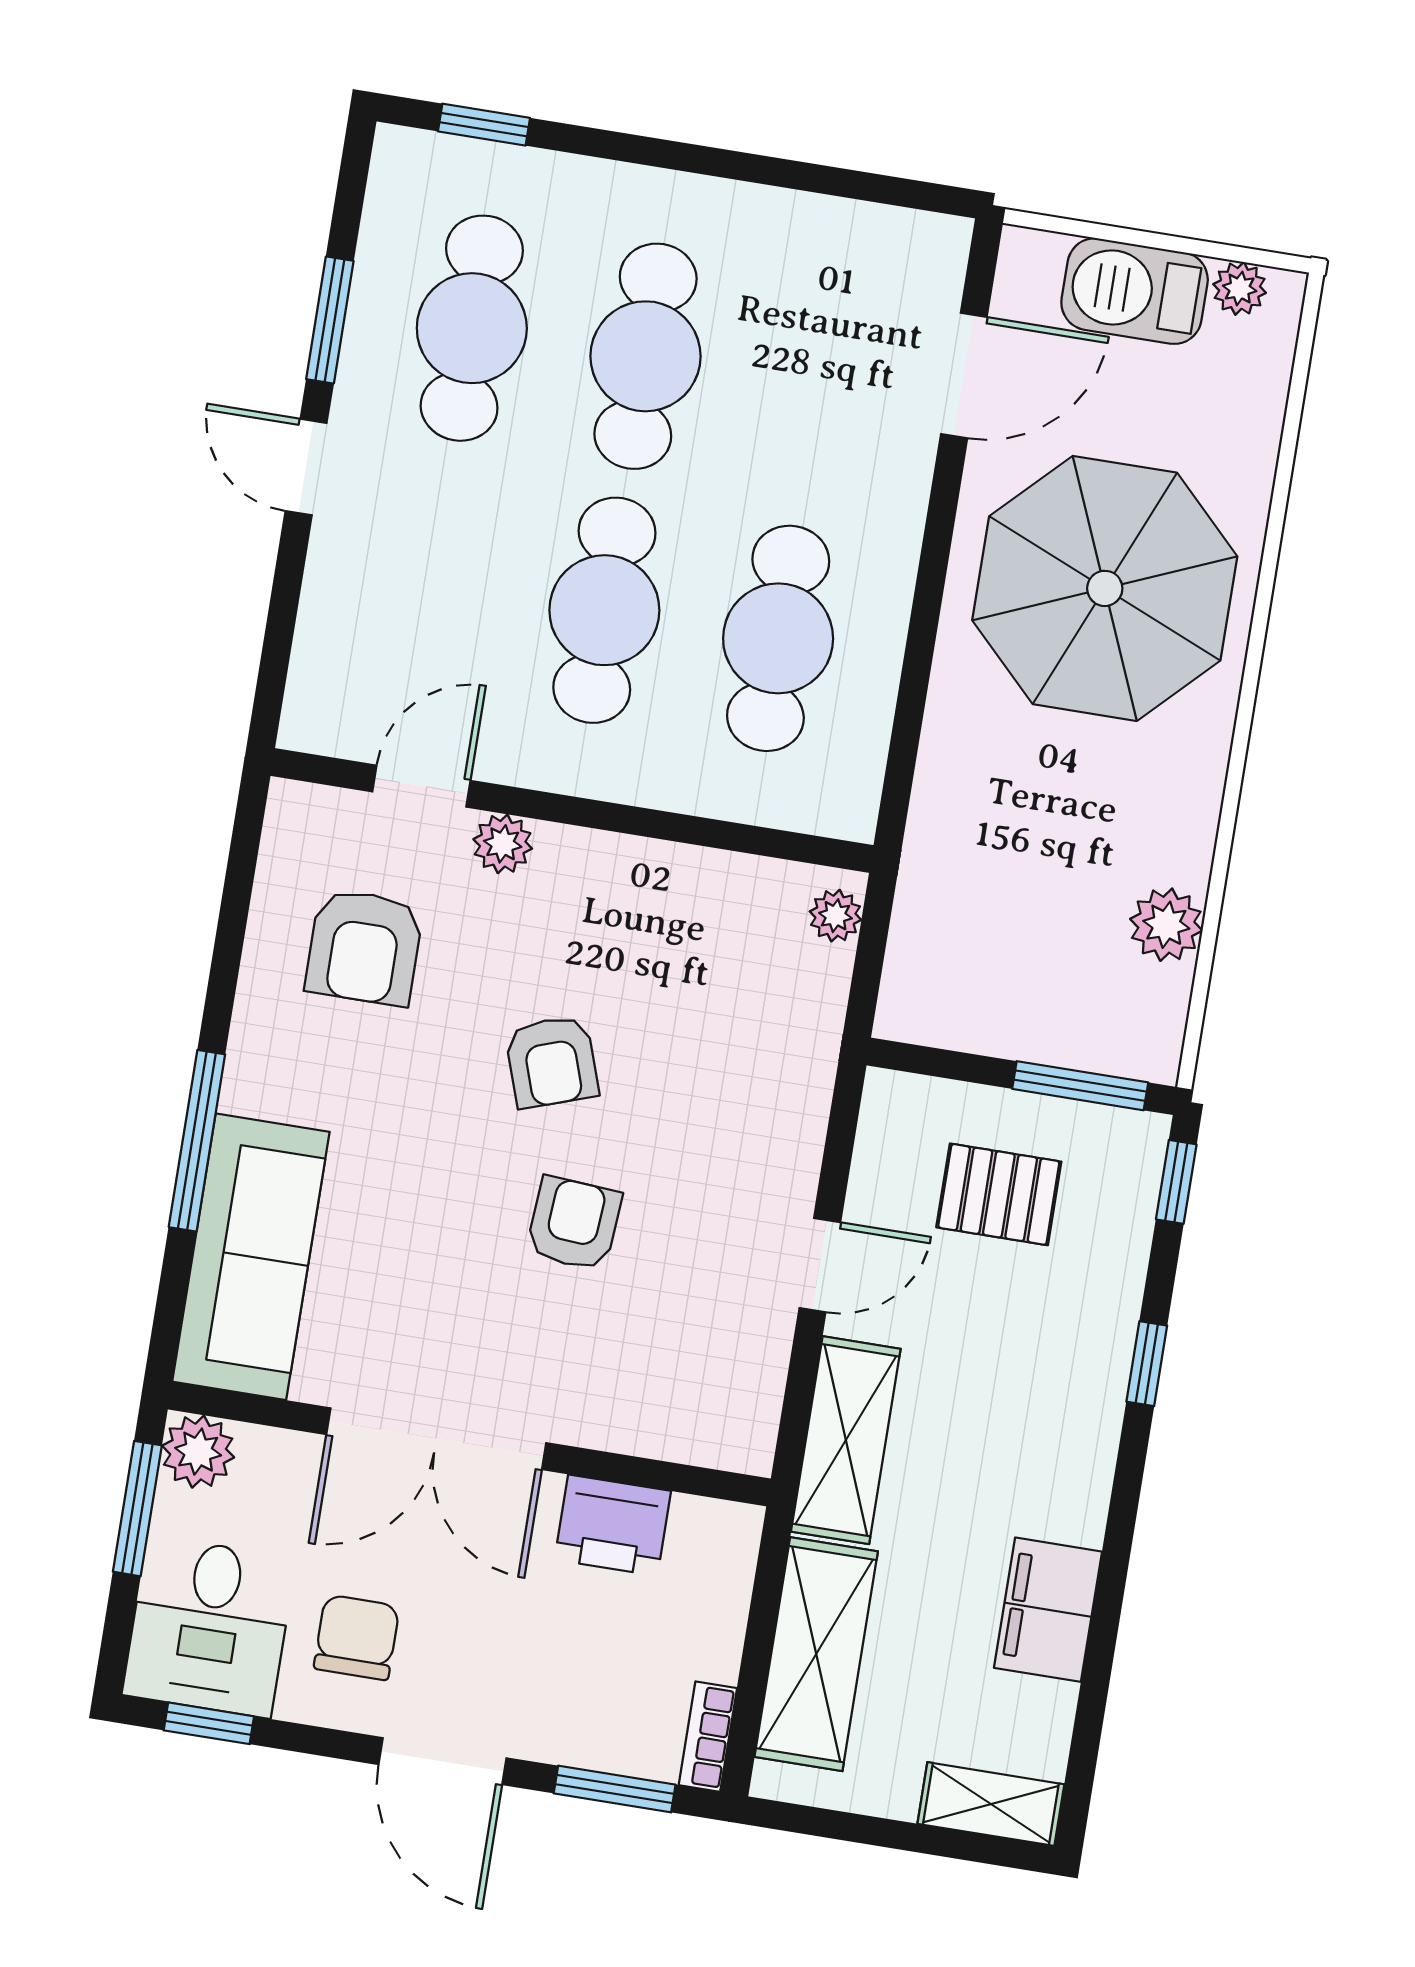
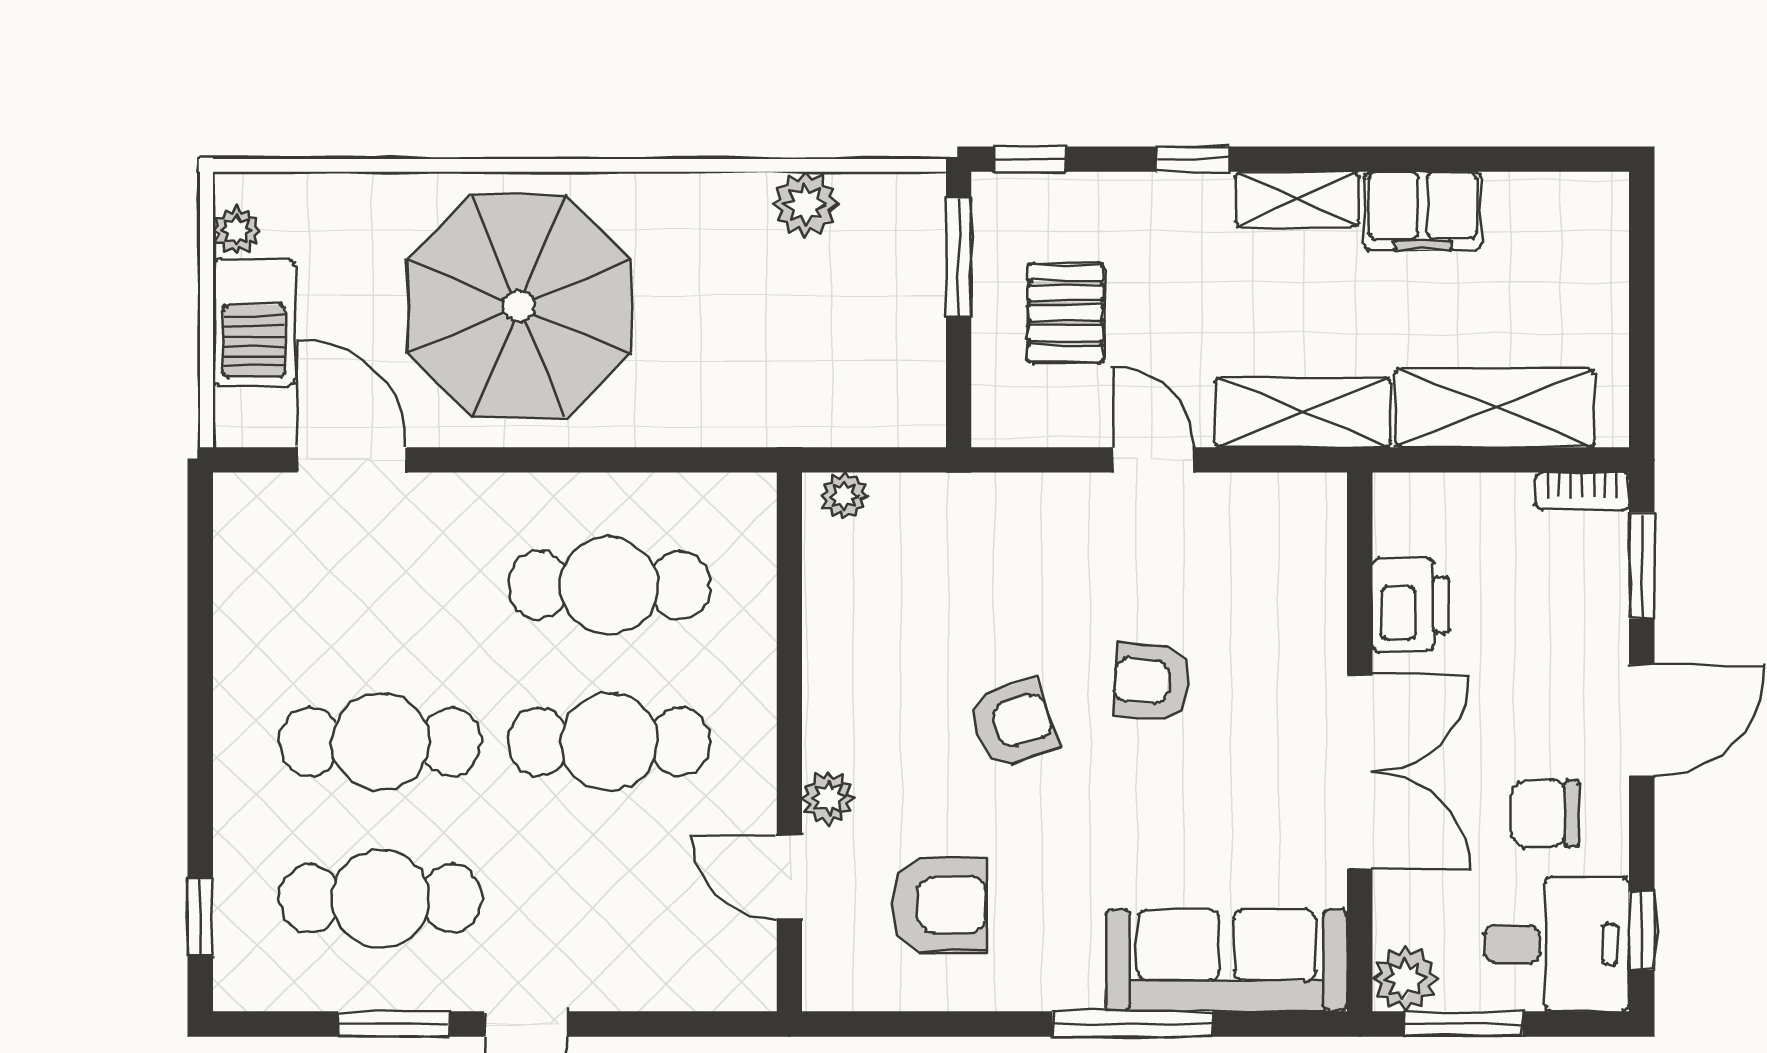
shelving: (991, 1804) -> (1297, 199), moved, turned 90

